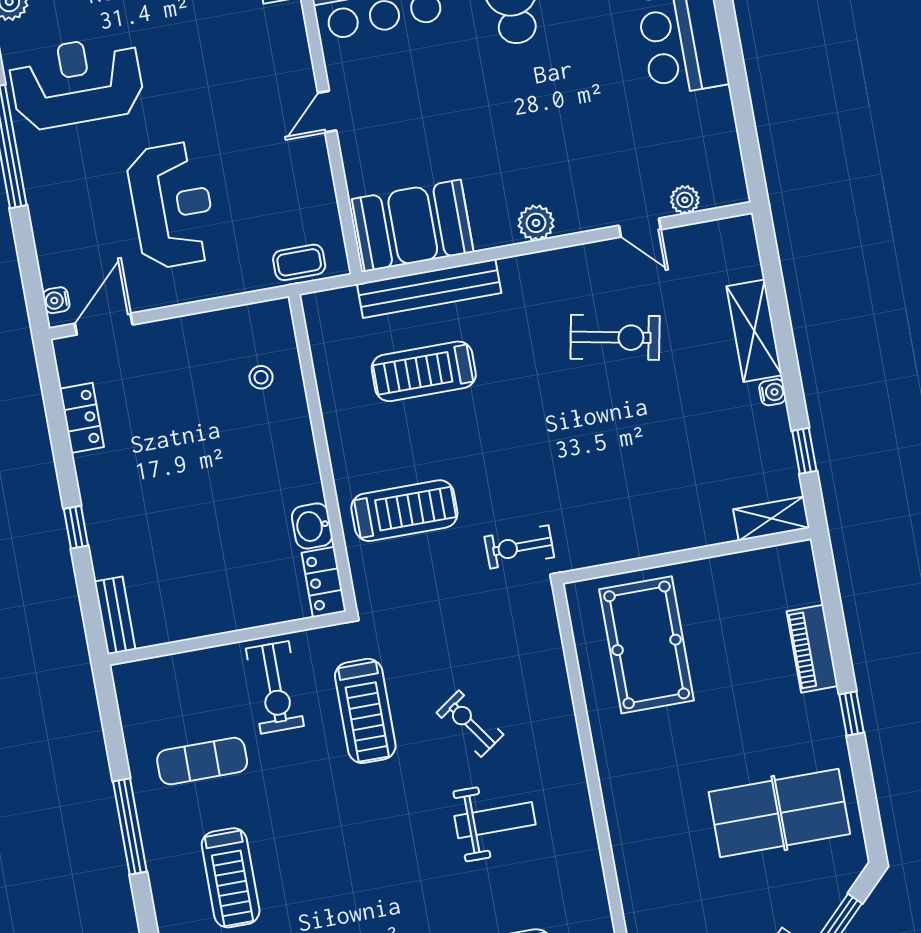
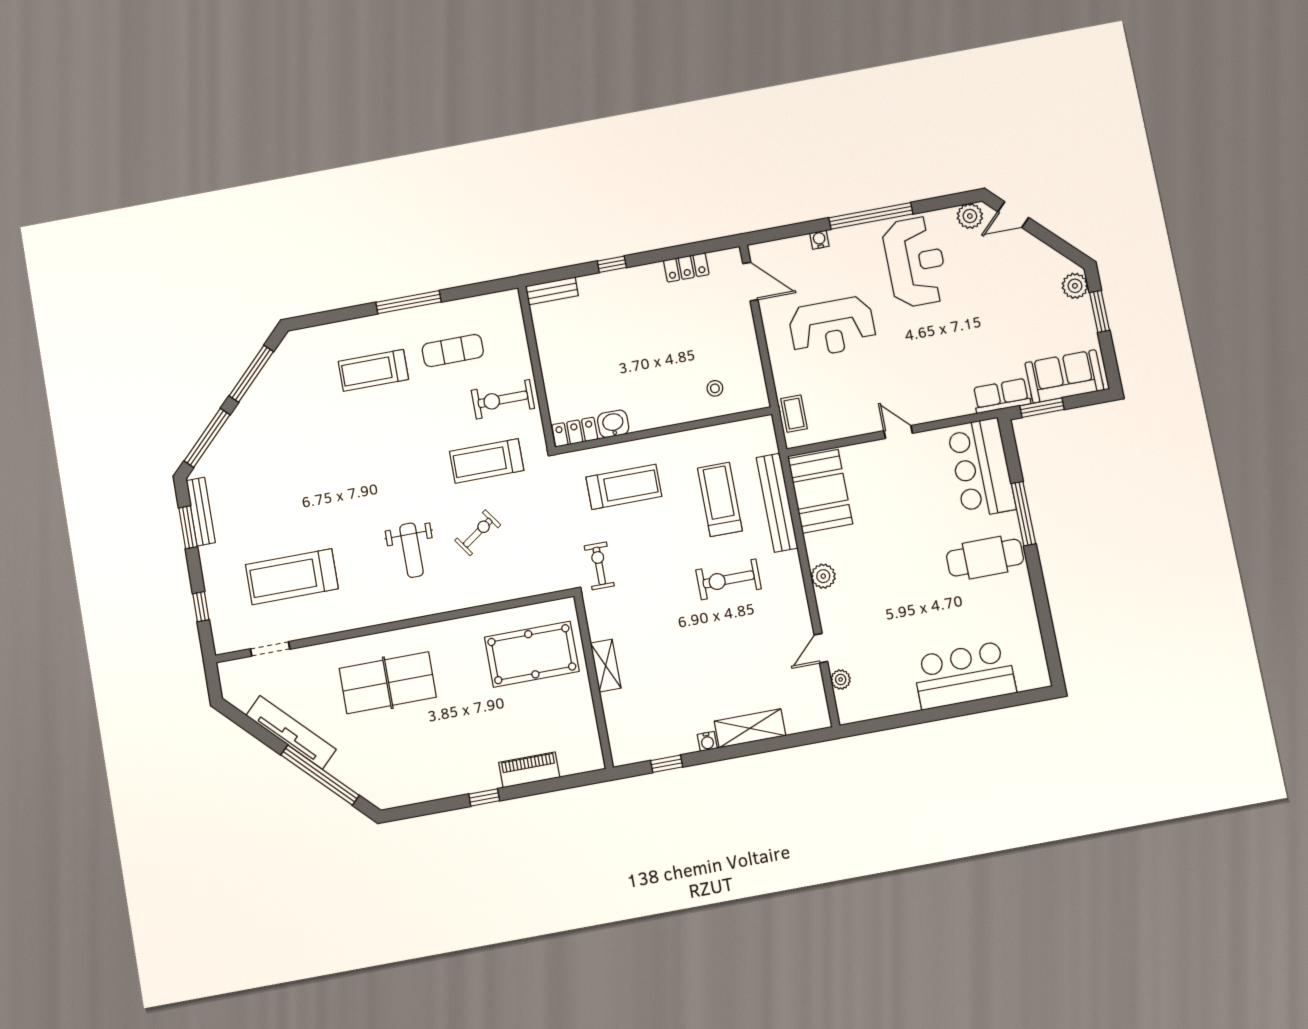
water cooler: (56, 300) -> (819, 240), moved
exercise bike: (615, 337) -> (729, 579), moved, turned 79
treadmill: (404, 511) -> (624, 487), turned -90
shelving: (771, 519) -> (606, 666), moved
exercise mat: (202, 761) -> (453, 351), turned 90
table tennis table: (779, 813) -> (388, 683), moved, turned 90

